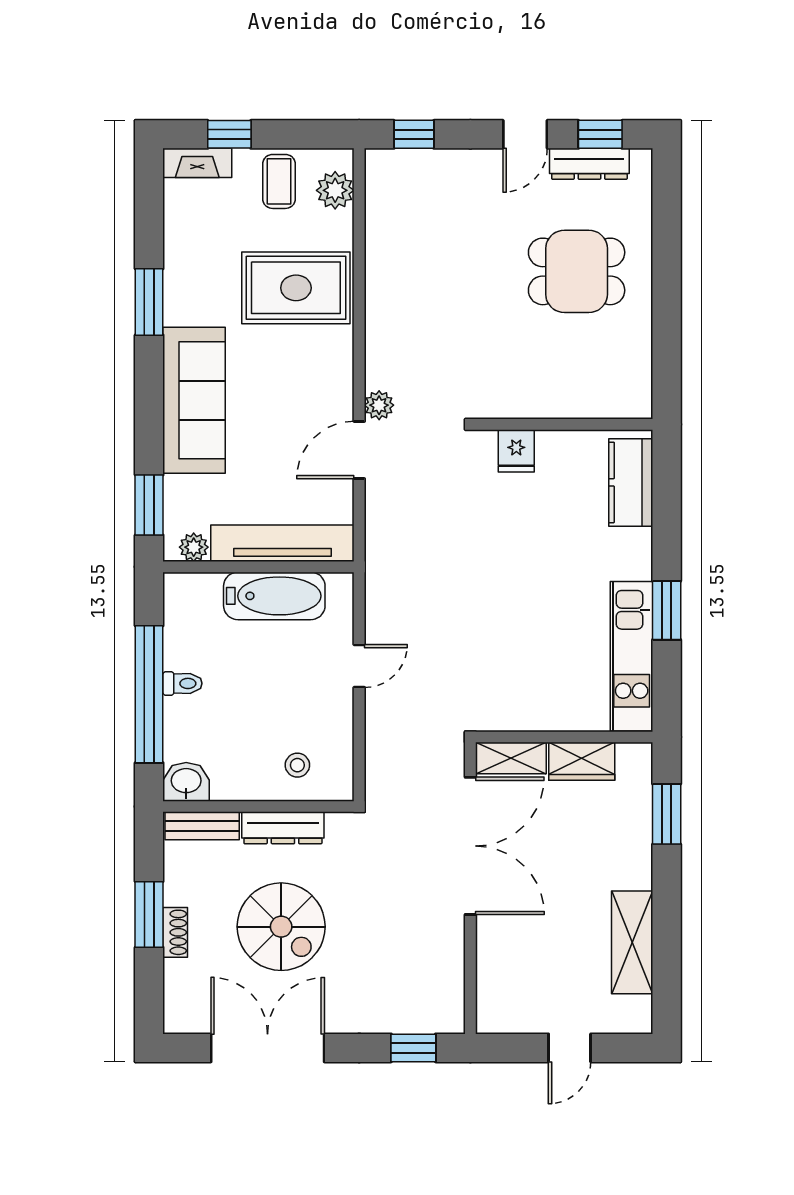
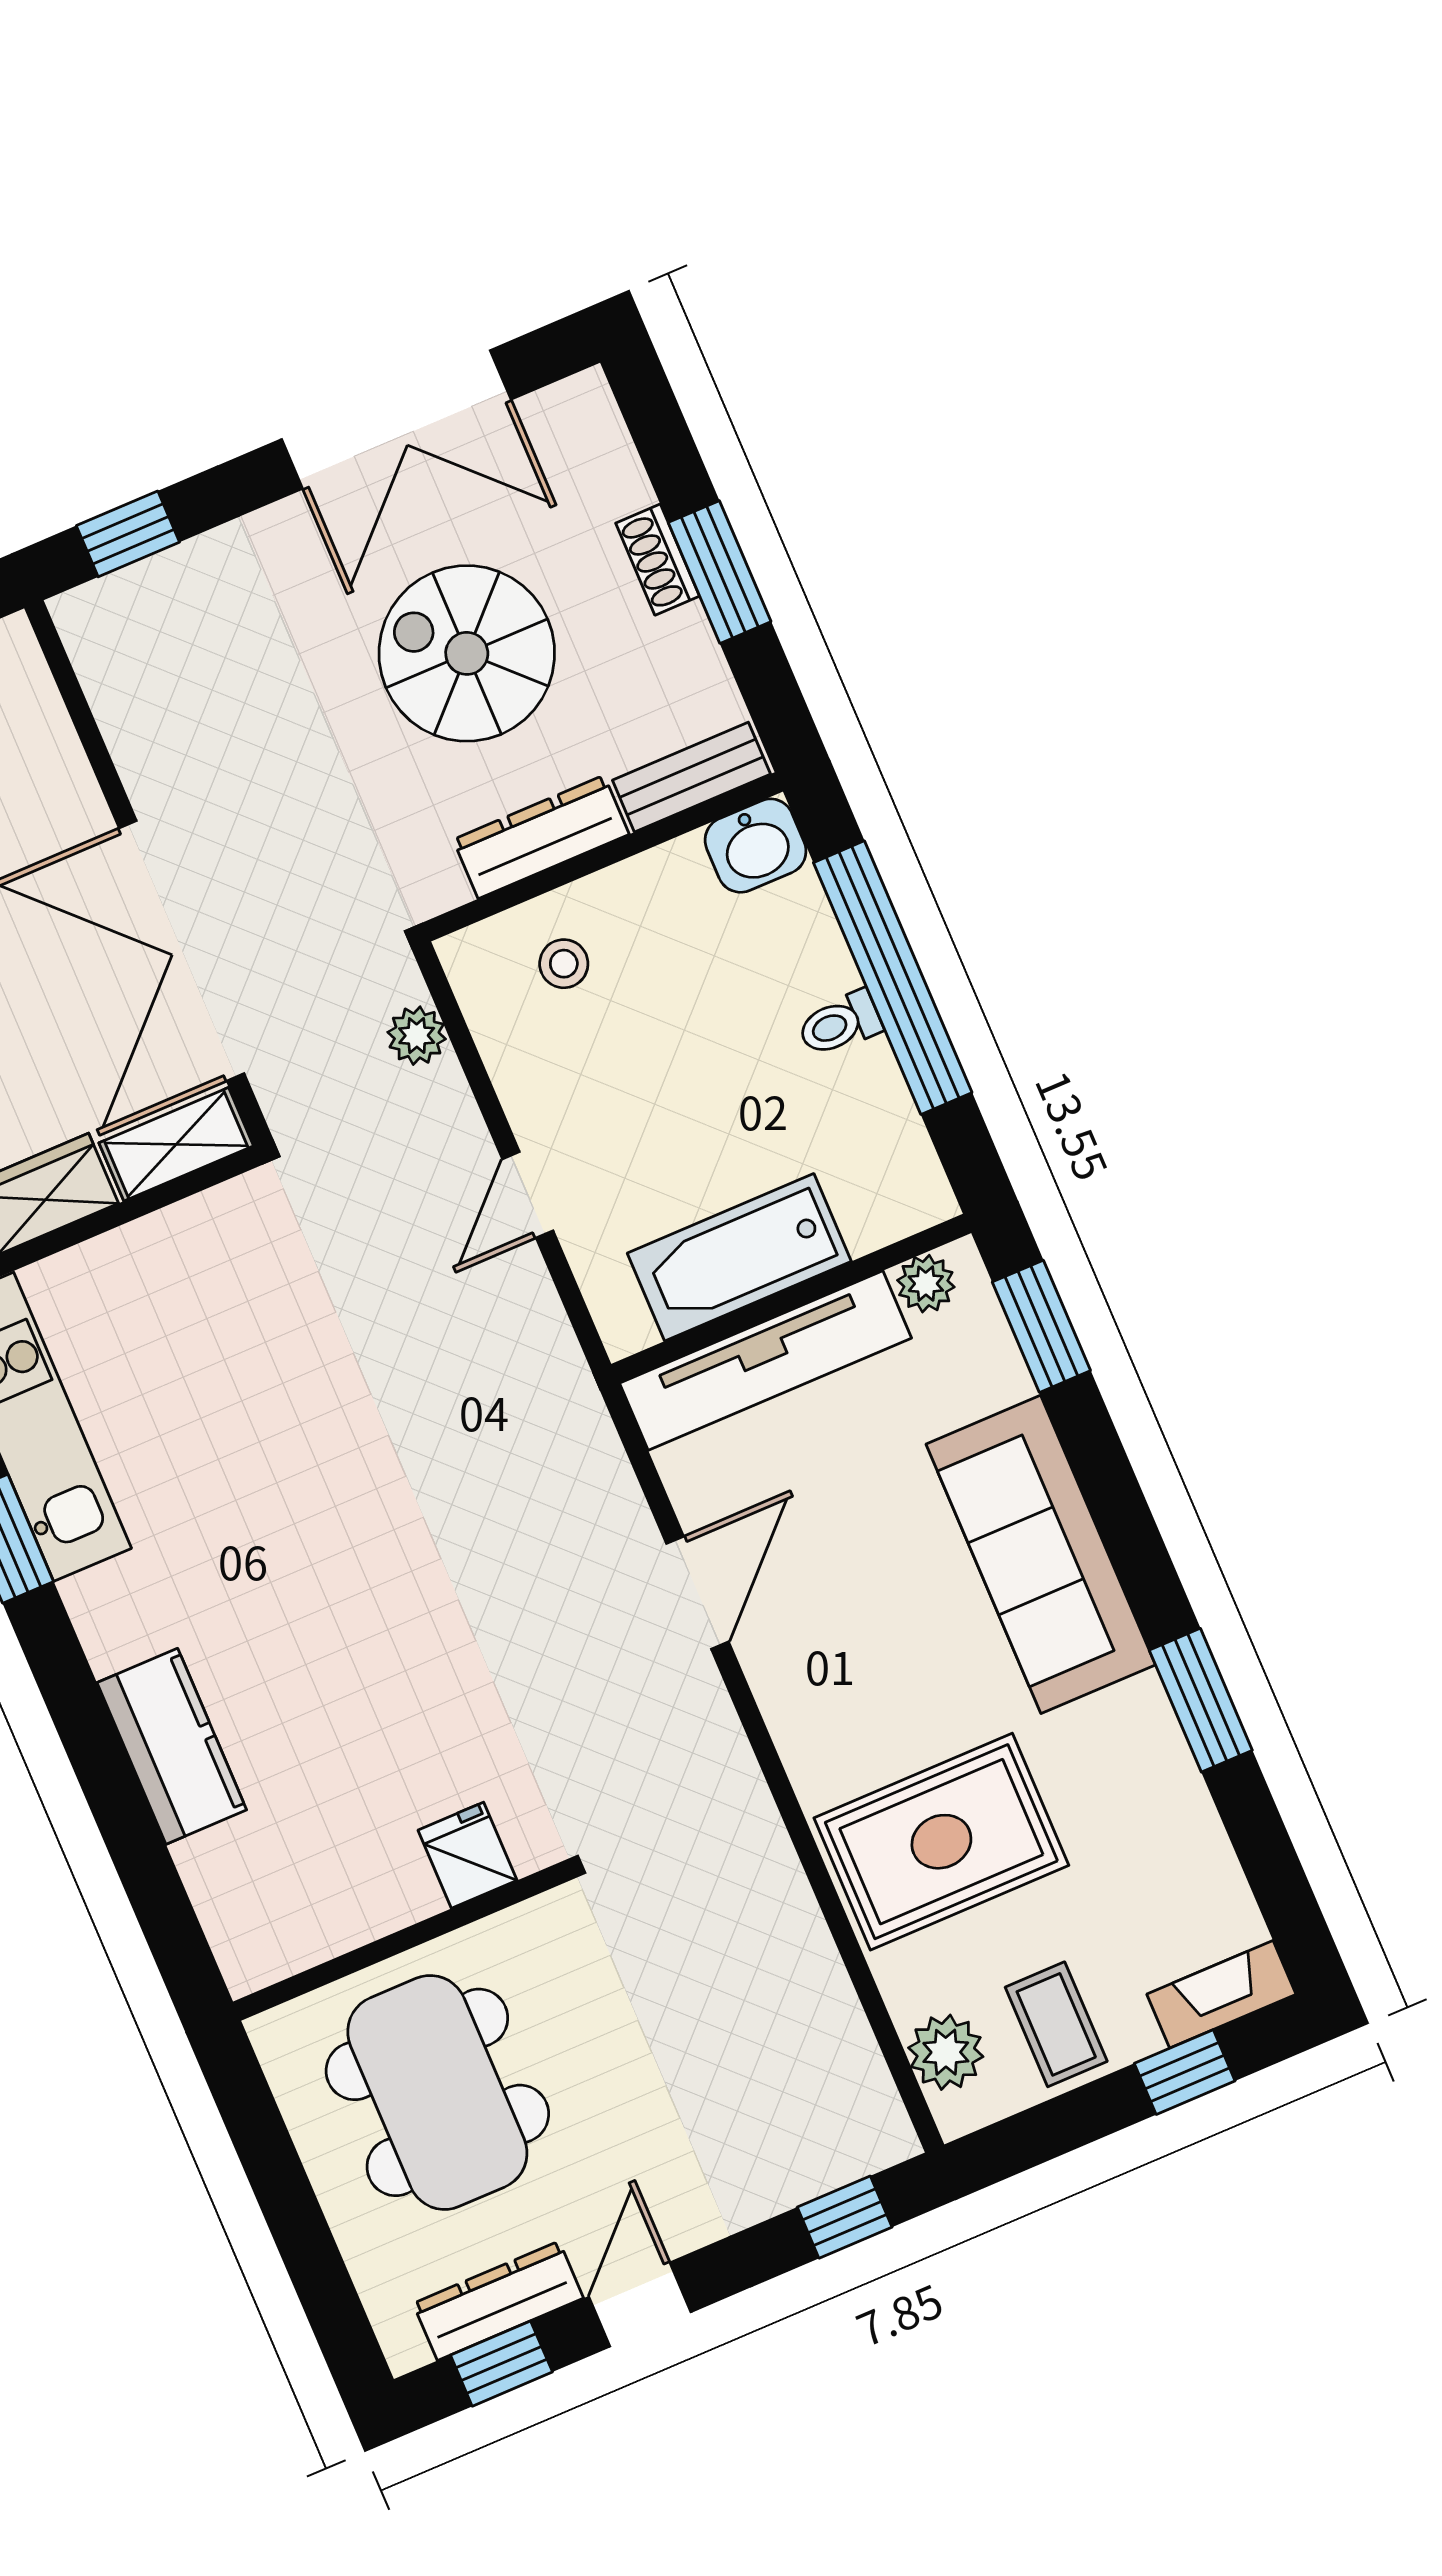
dining table: (577, 271) -> (437, 2092), width x1.38
plant: (379, 405) -> (417, 1036), moved
wall: (564, 424) -> (400, 1942), moved
fridge: (516, 451) -> (468, 1855), moved

